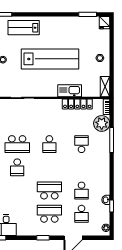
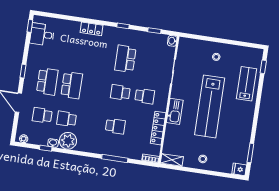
kitchen sink: (70, 91) -> (175, 111), moved
plant: (102, 123) -> (68, 141), moved
school desk: (17, 167) -> (145, 96), moved, turned 180

